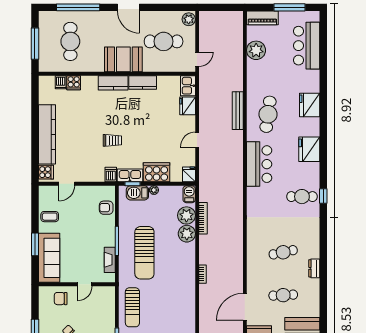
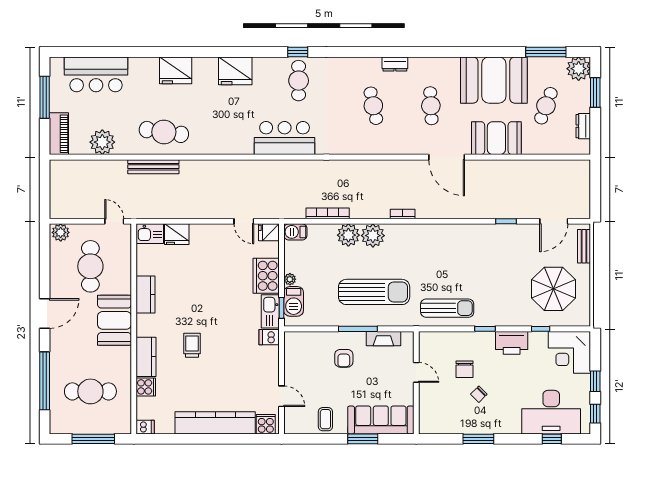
dishwasher: (61, 82) -> (145, 427), moved
kitchen counter: (113, 83) -> (146, 357), moved
bench: (238, 111) -> (153, 167), moved
cafe table: (268, 114) -> (164, 132), moved
trolley: (112, 140) -> (192, 345), moved
door: (197, 140) -> (244, 221), moved
bar counter: (259, 164) -> (285, 138), moved
armchair: (106, 208) -> (344, 358), moved
plant: (186, 215) -> (373, 236), moved
chair: (61, 299) -> (465, 369), moved

